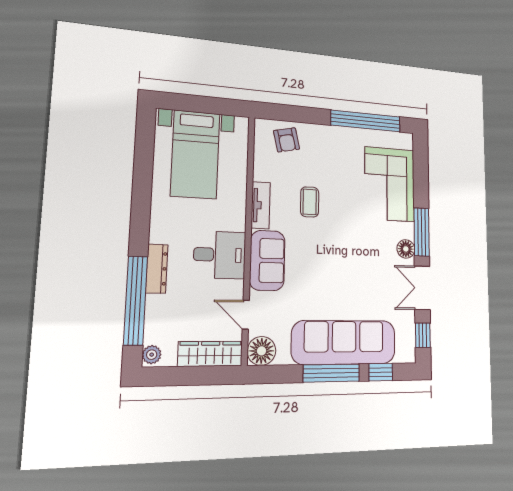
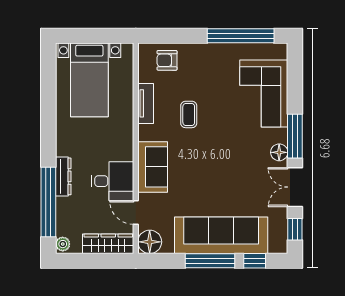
armchair: (287, 140) -> (167, 60), turned 103
tv unit: (261, 205) -> (146, 103), moved
desk: (220, 255) -> (113, 181), moved

